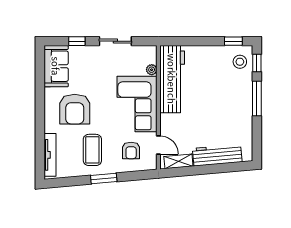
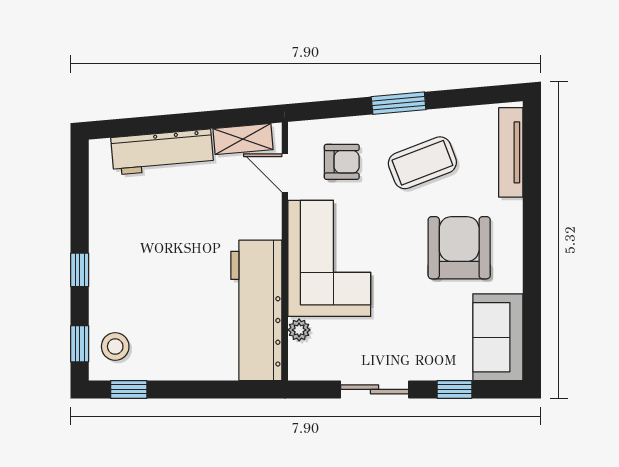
window: (257, 99) -> (80, 270), width x0.46
coffee table: (92, 150) -> (422, 163), turned 69
armchair: (131, 150) -> (342, 162), turned 90

